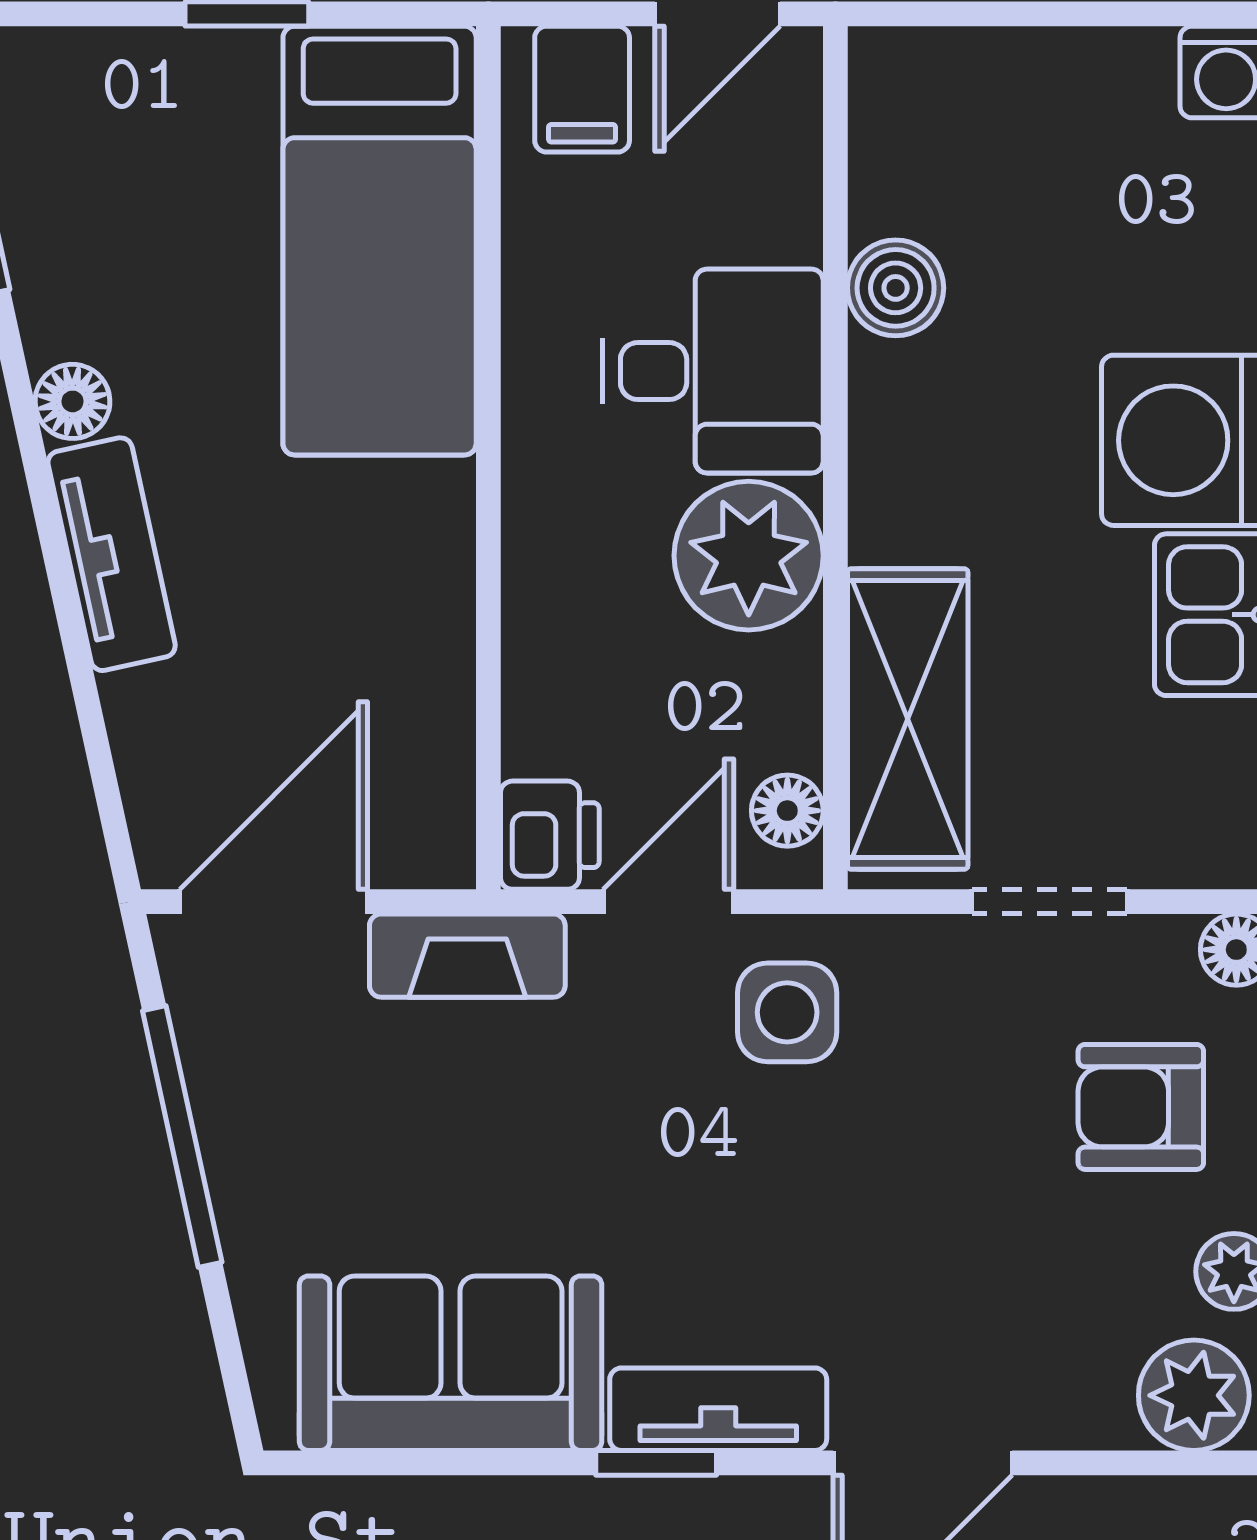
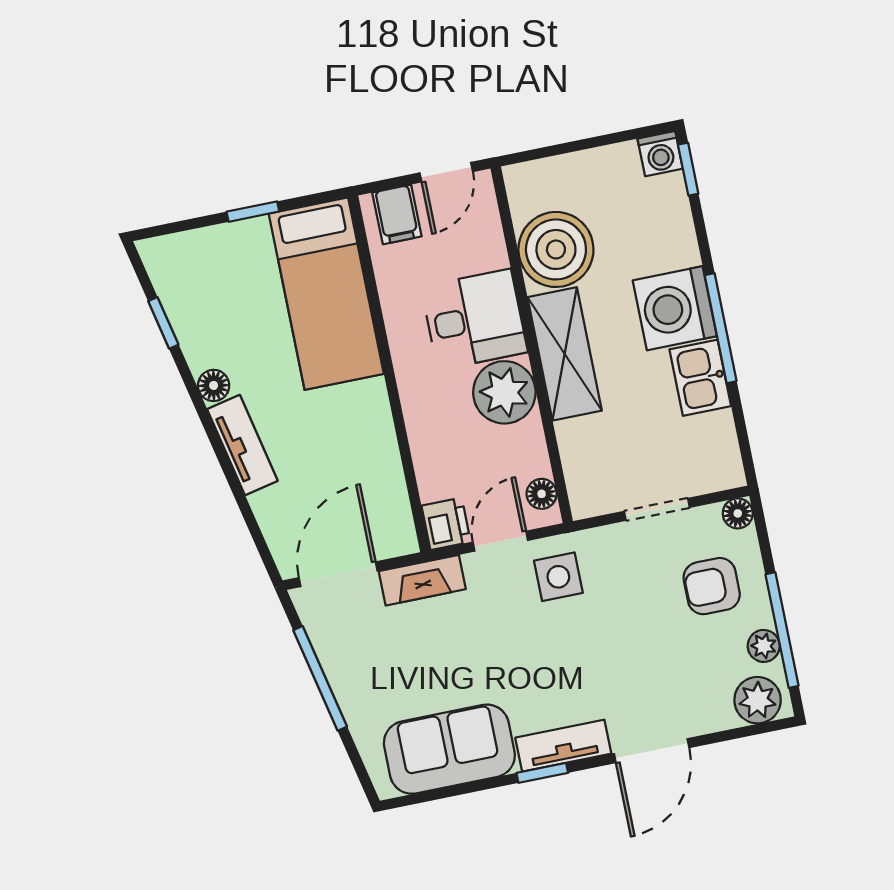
boiler: (896, 288) -> (556, 249), width x1.86, depth x1.86
shelving: (908, 719) -> (565, 354), moved

